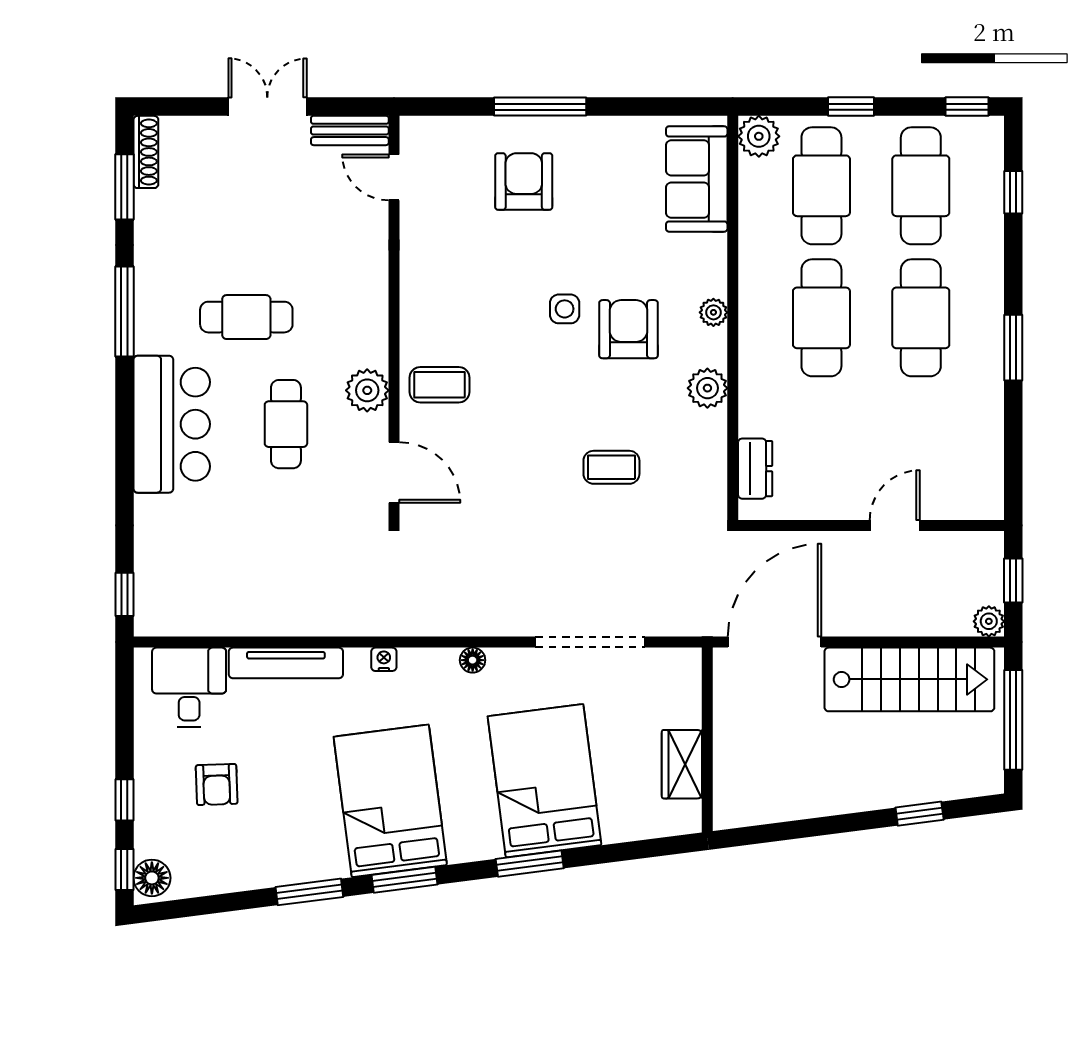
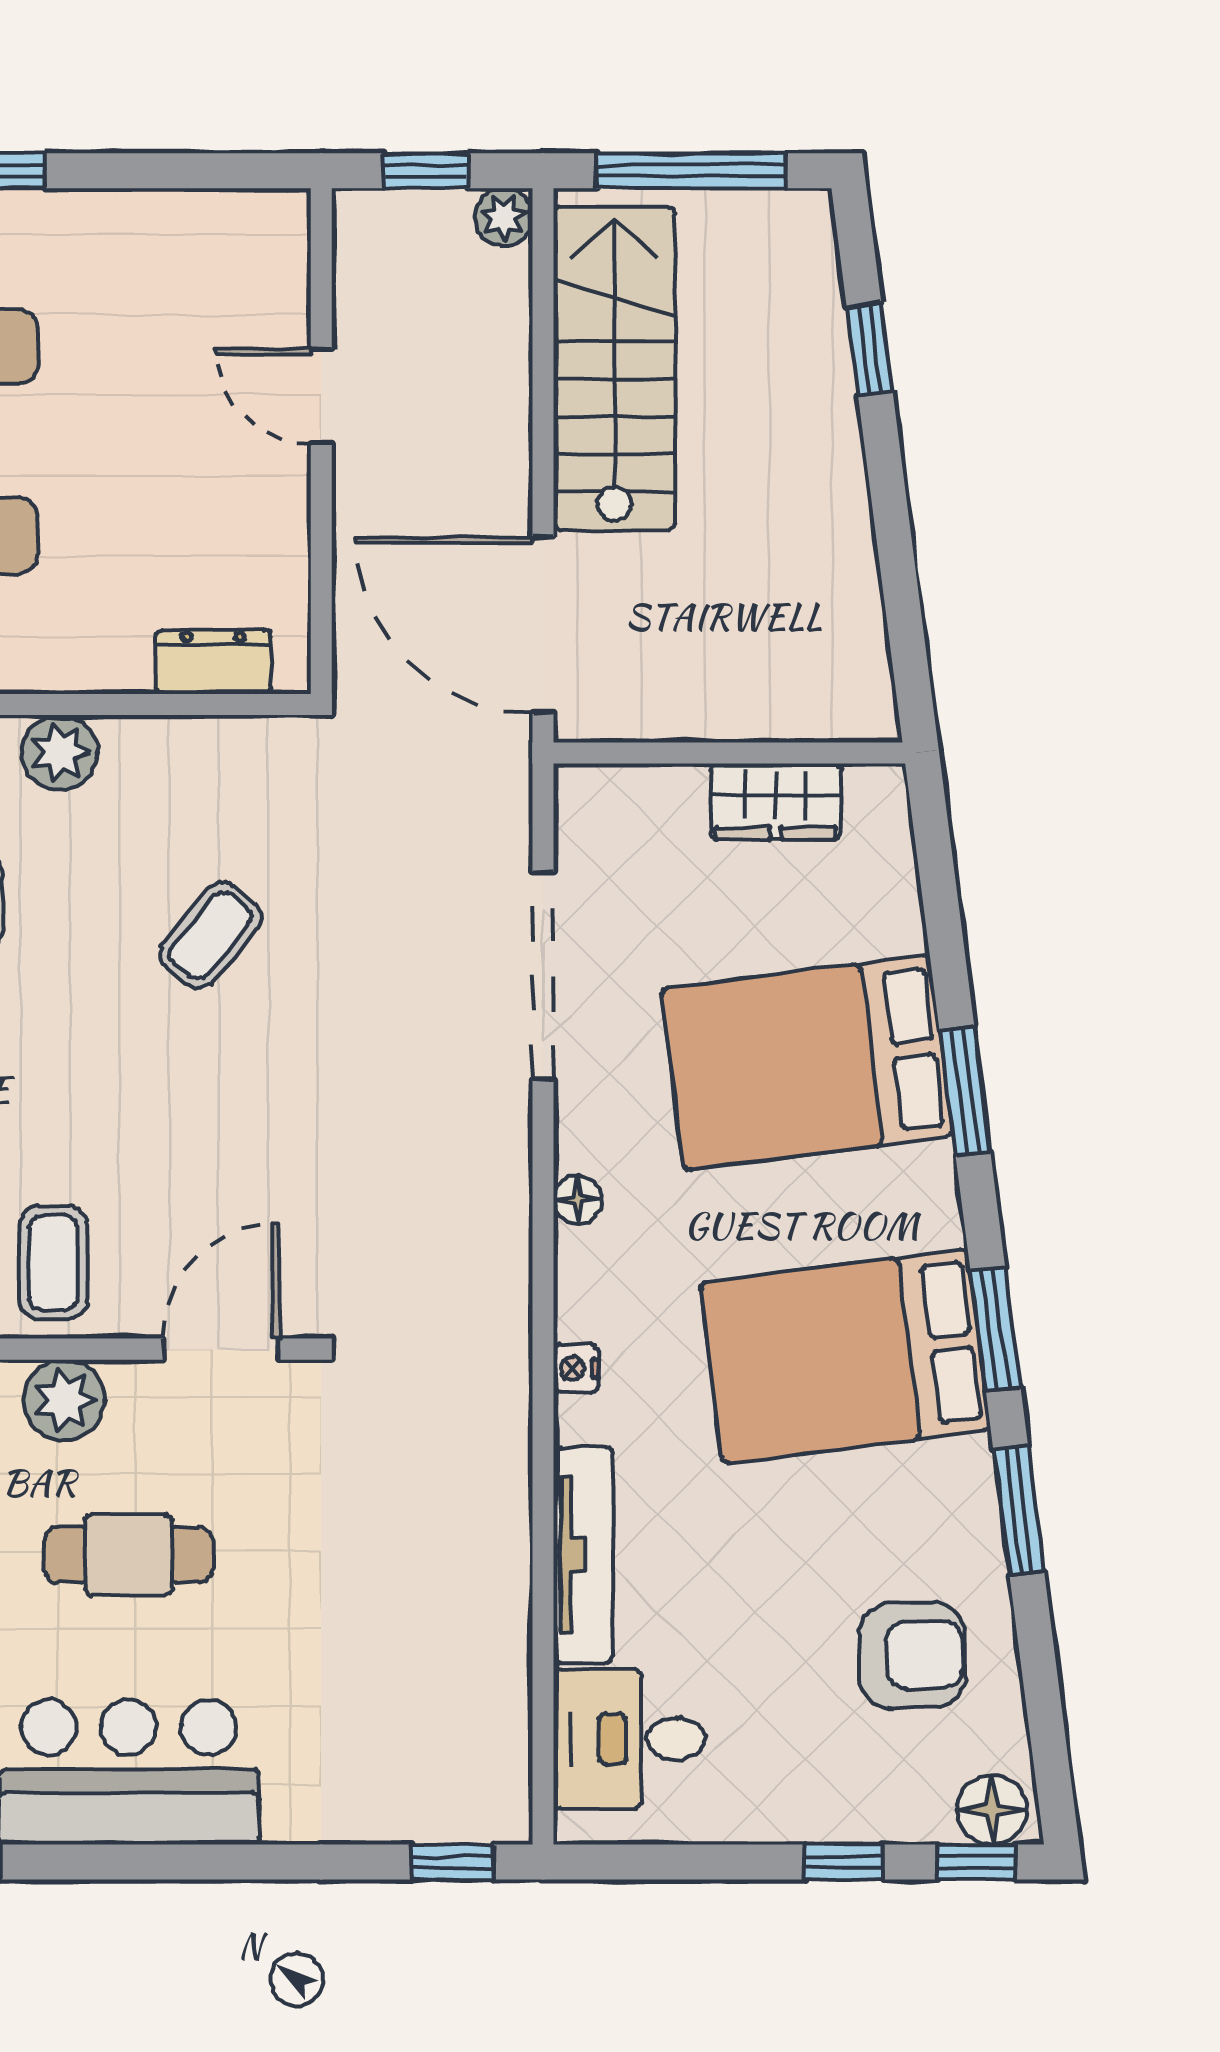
coffee table: (611, 467) -> (211, 935), turned 40
armchair: (217, 784) -> (912, 1655), moved, width x1.38, depth x1.38

